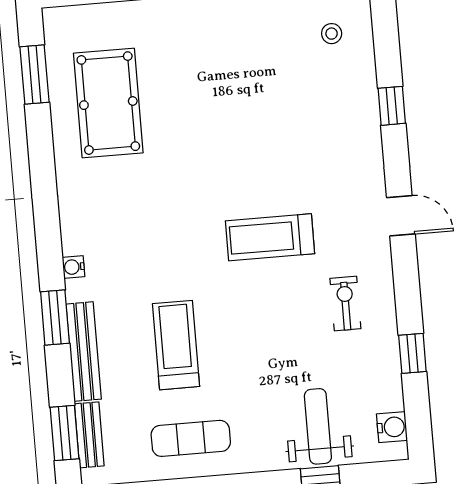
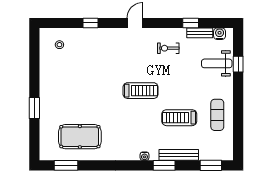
treadmill: (270, 237) -> (141, 91), moved, turned -90
bench: (89, 435) -> (200, 33), moved

